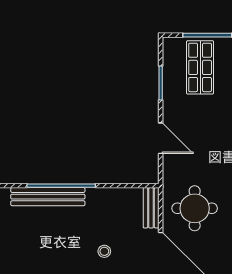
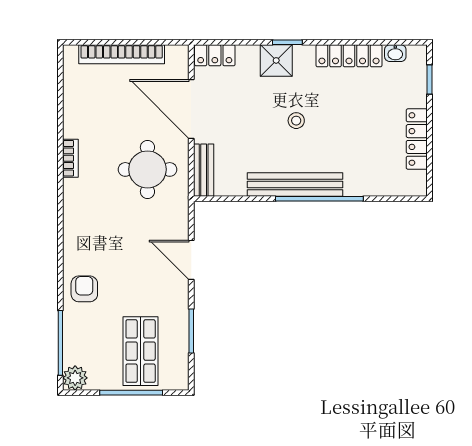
bench: (48, 197) -> (295, 185), moved
stool: (104, 251) -> (296, 121), moved

